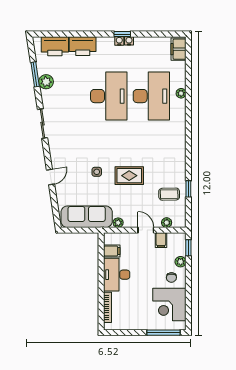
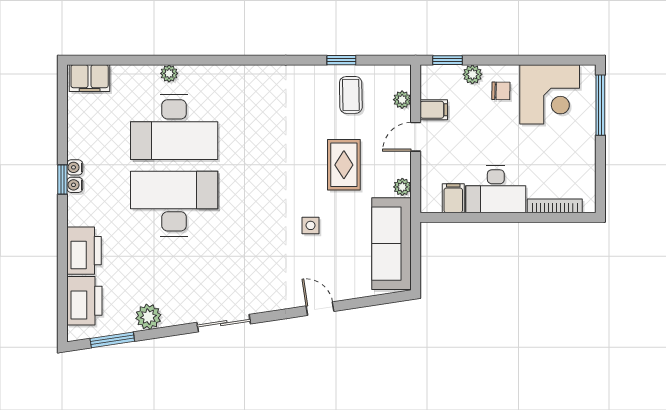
window: (35, 74) -> (112, 340), moved
desk: (151, 96) -> (174, 127), turned 180
rug: (129, 176) -> (344, 165), moved

